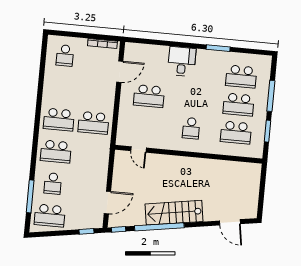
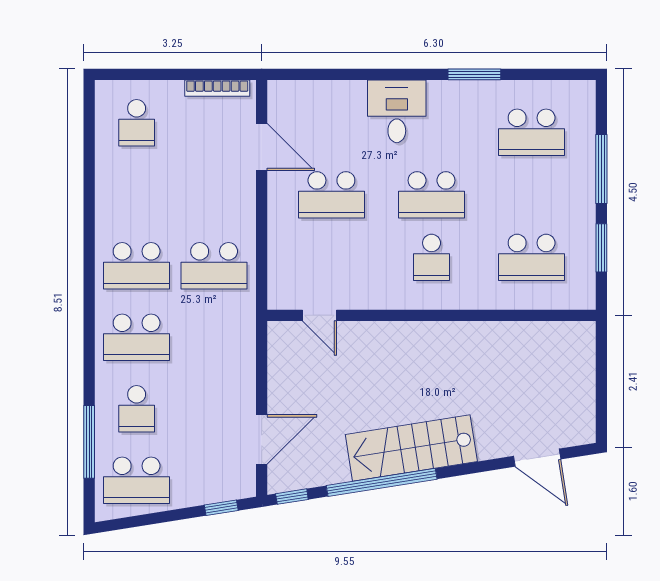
door: (120, 72) -> (262, 147), hinge flipped
school desk: (239, 105) -> (432, 195), moved

